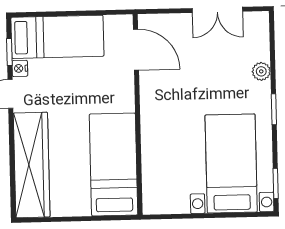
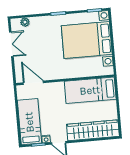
door: (136, 50) -> (33, 83), hinge flipped
plant: (261, 71) -> (25, 22), moved
bed with nightstands: (231, 163) -> (87, 40), width x1.36

